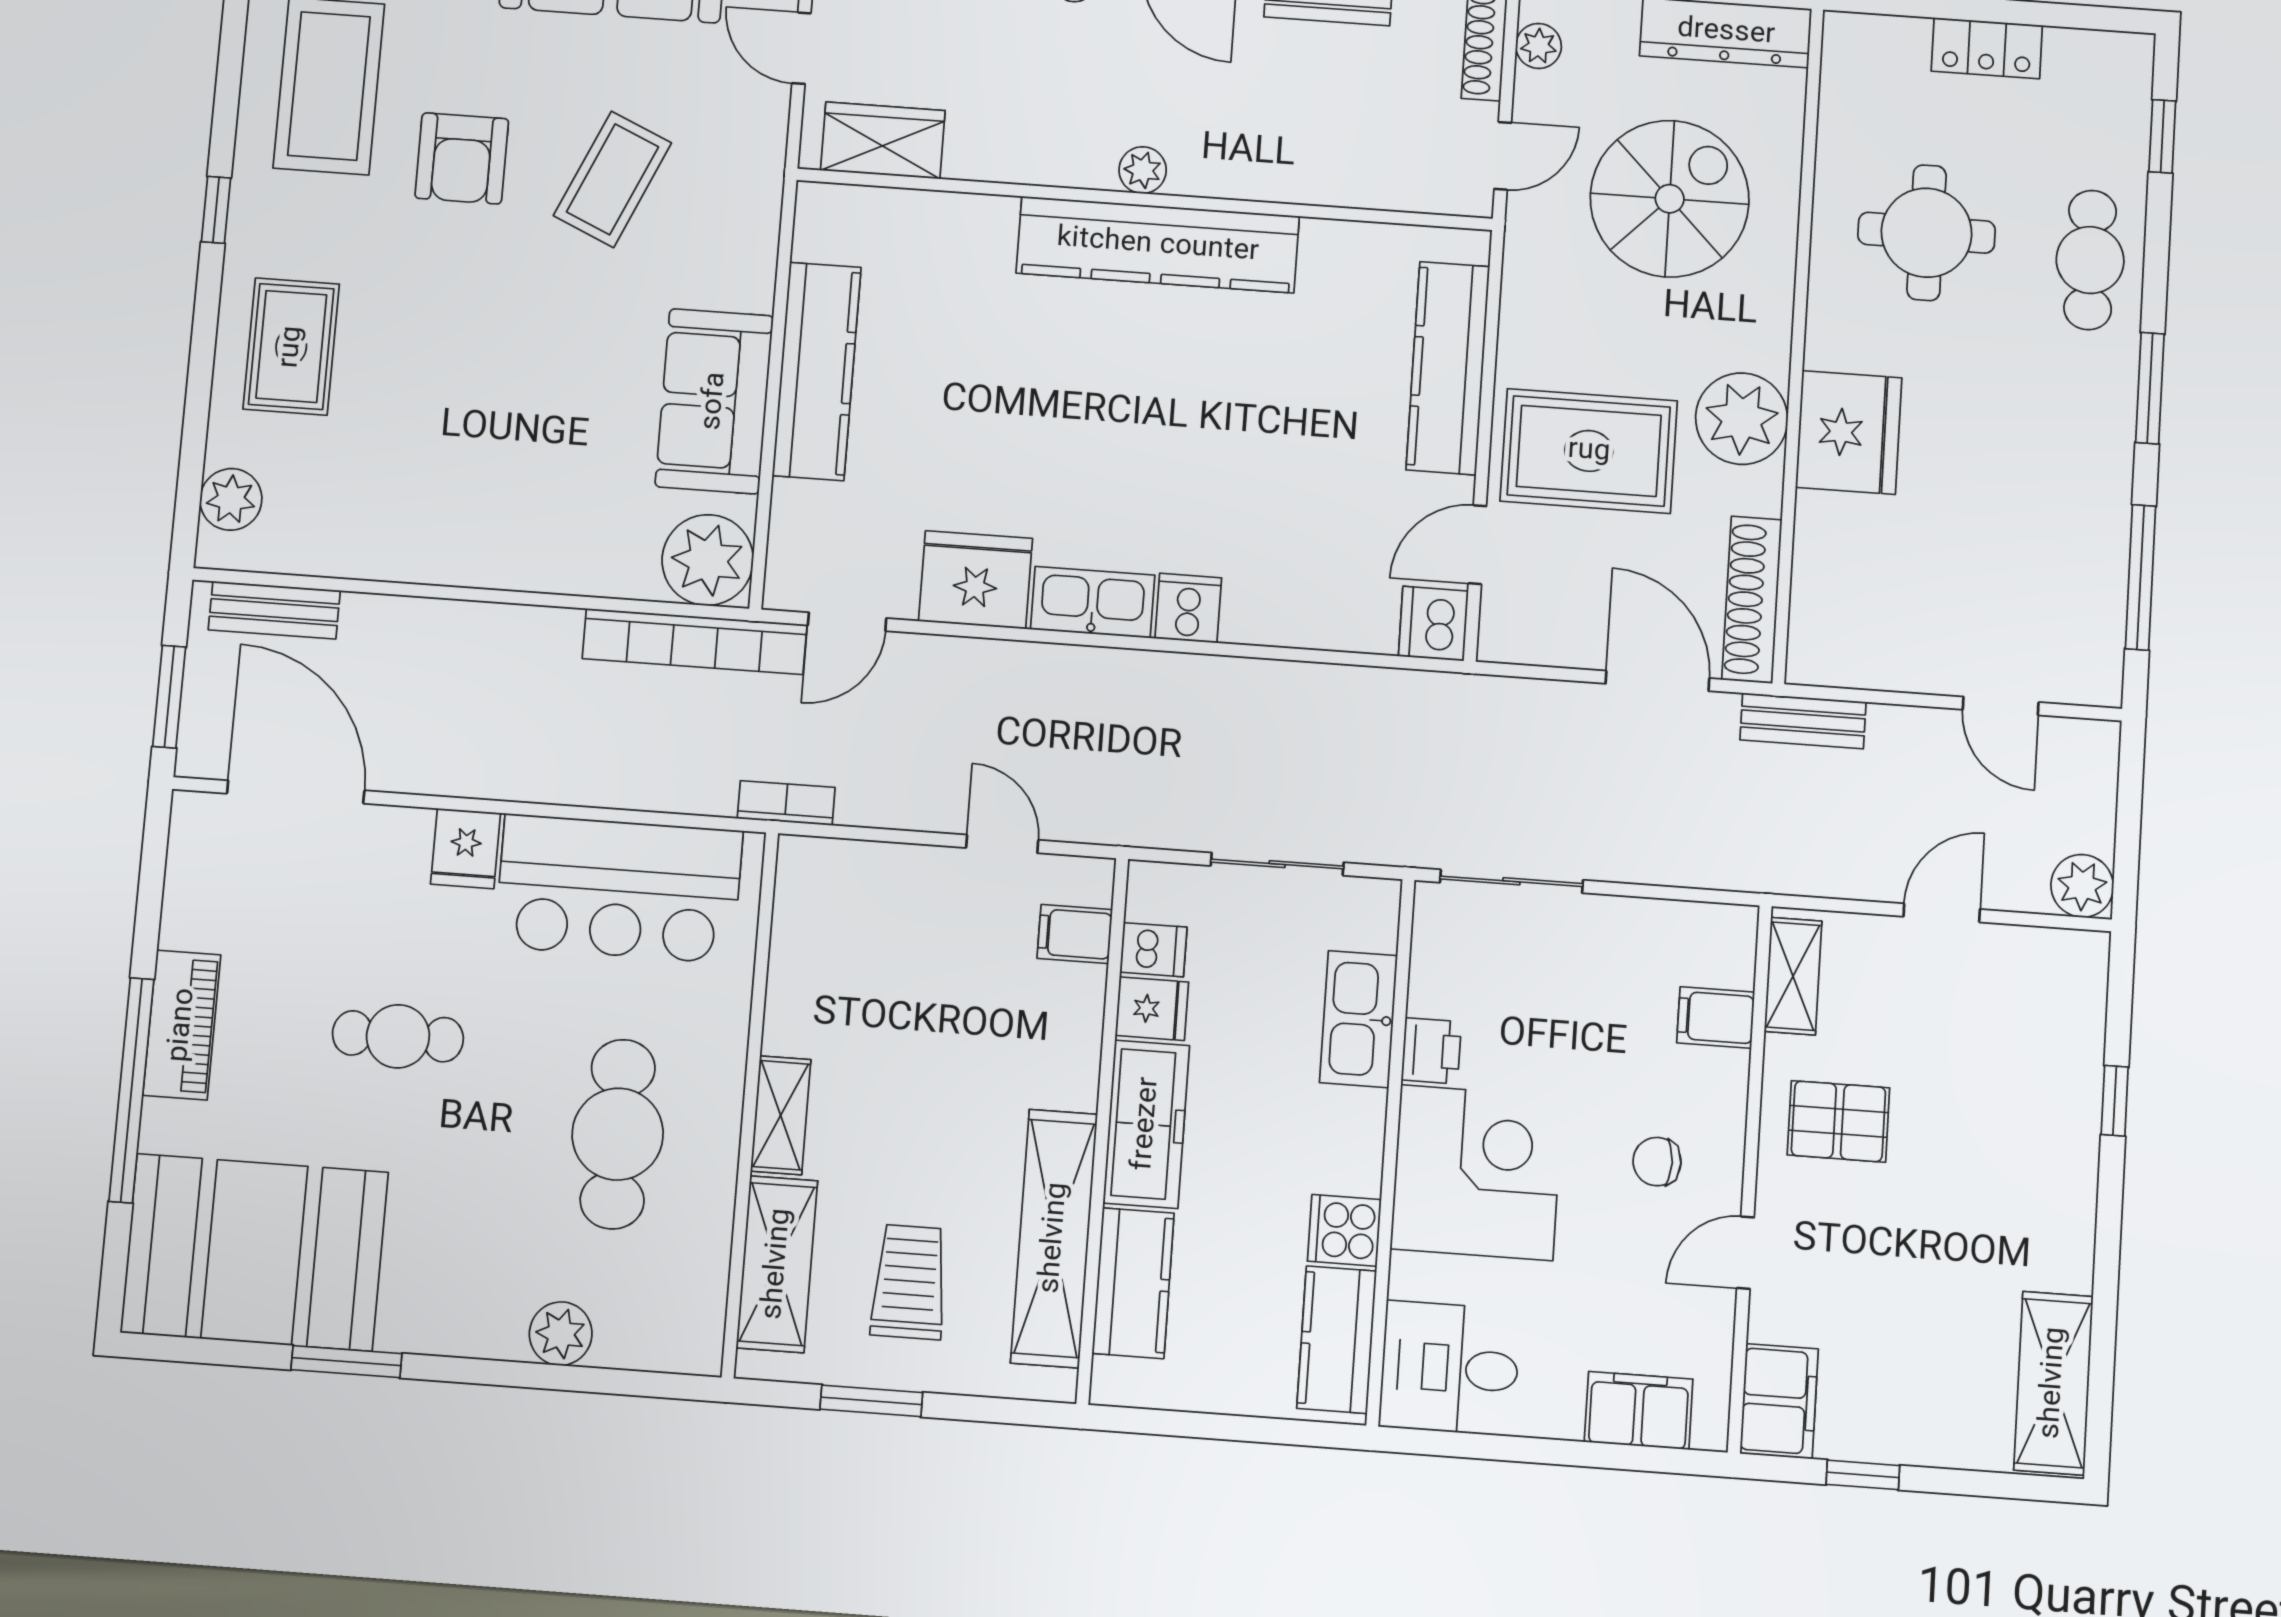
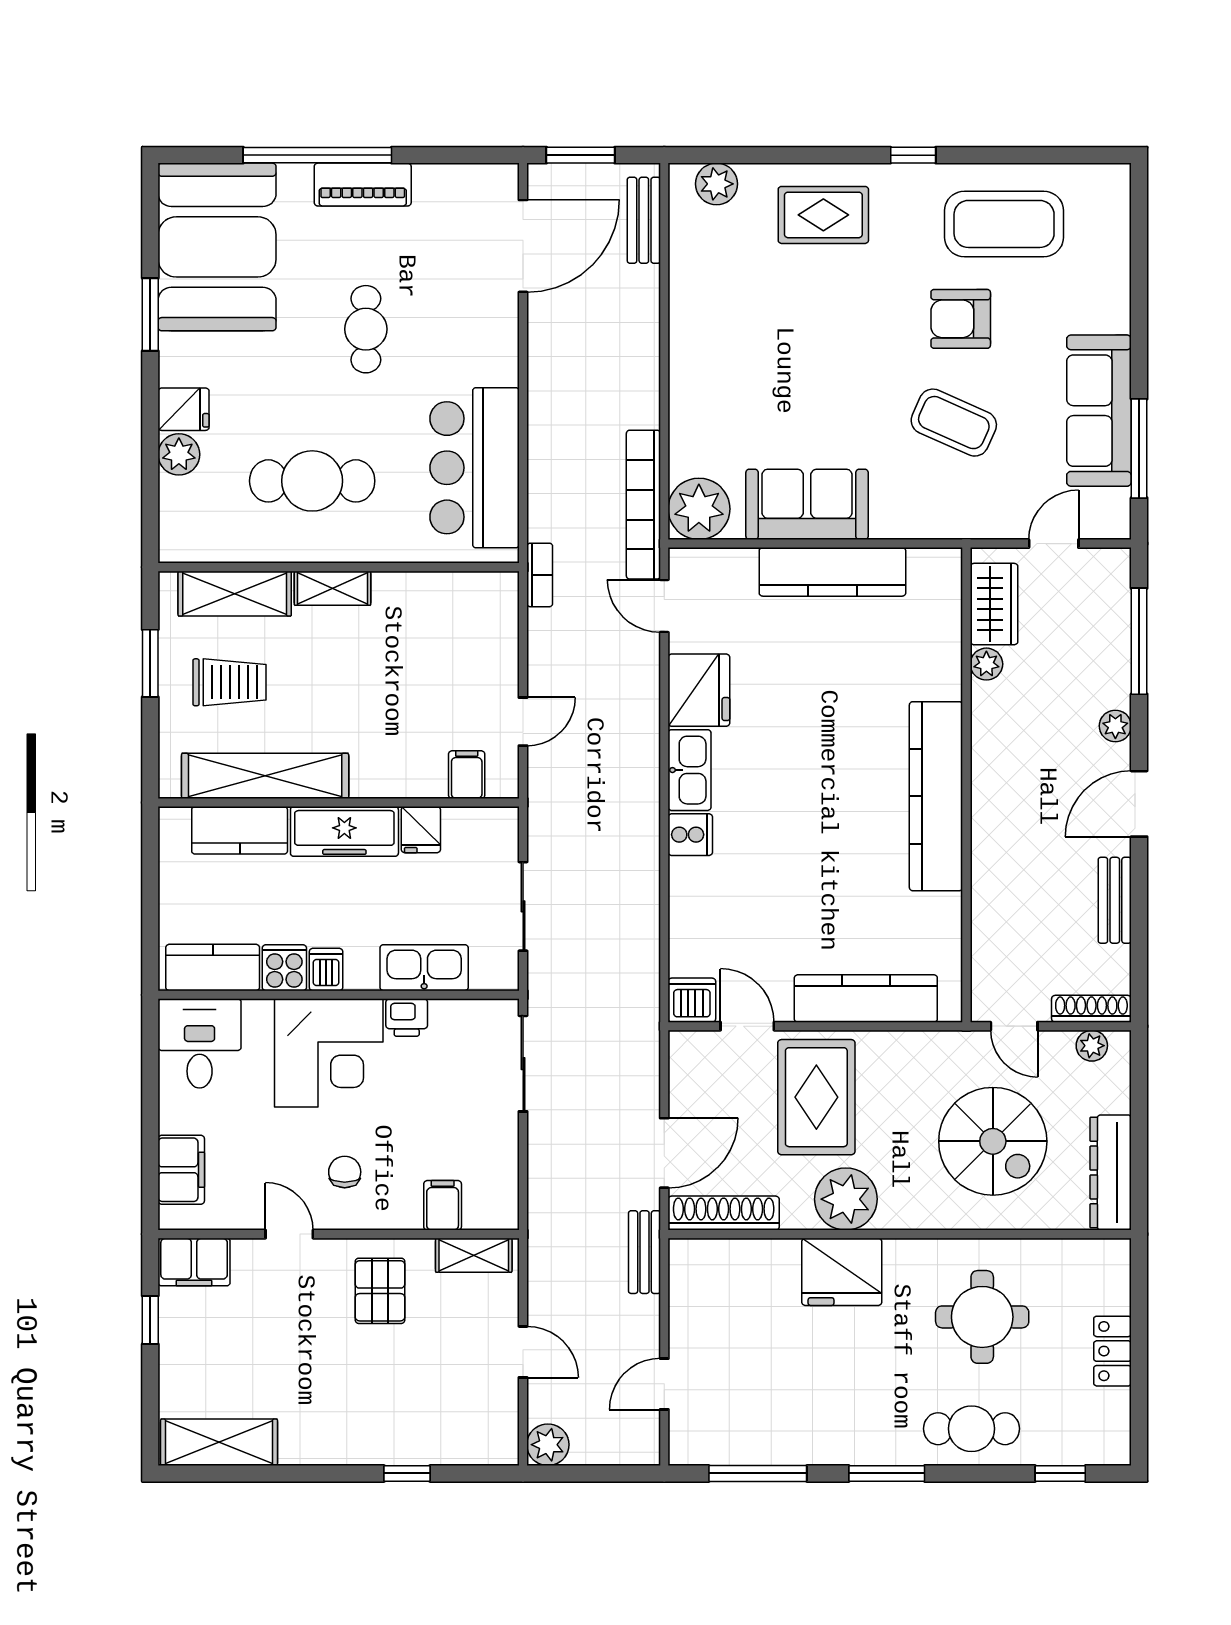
plant: (1143, 170) -> (986, 664), moved
fridge: (466, 848) -> (184, 409), moved, turned 180
dishwasher: (1153, 950) -> (326, 970), moved, turned 180

